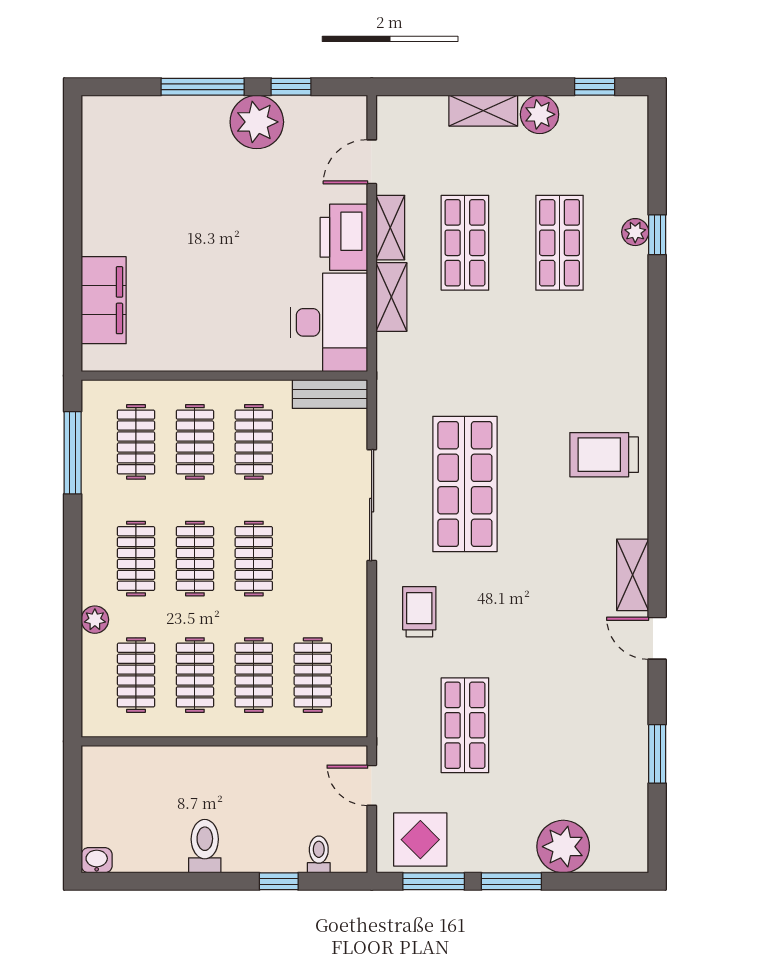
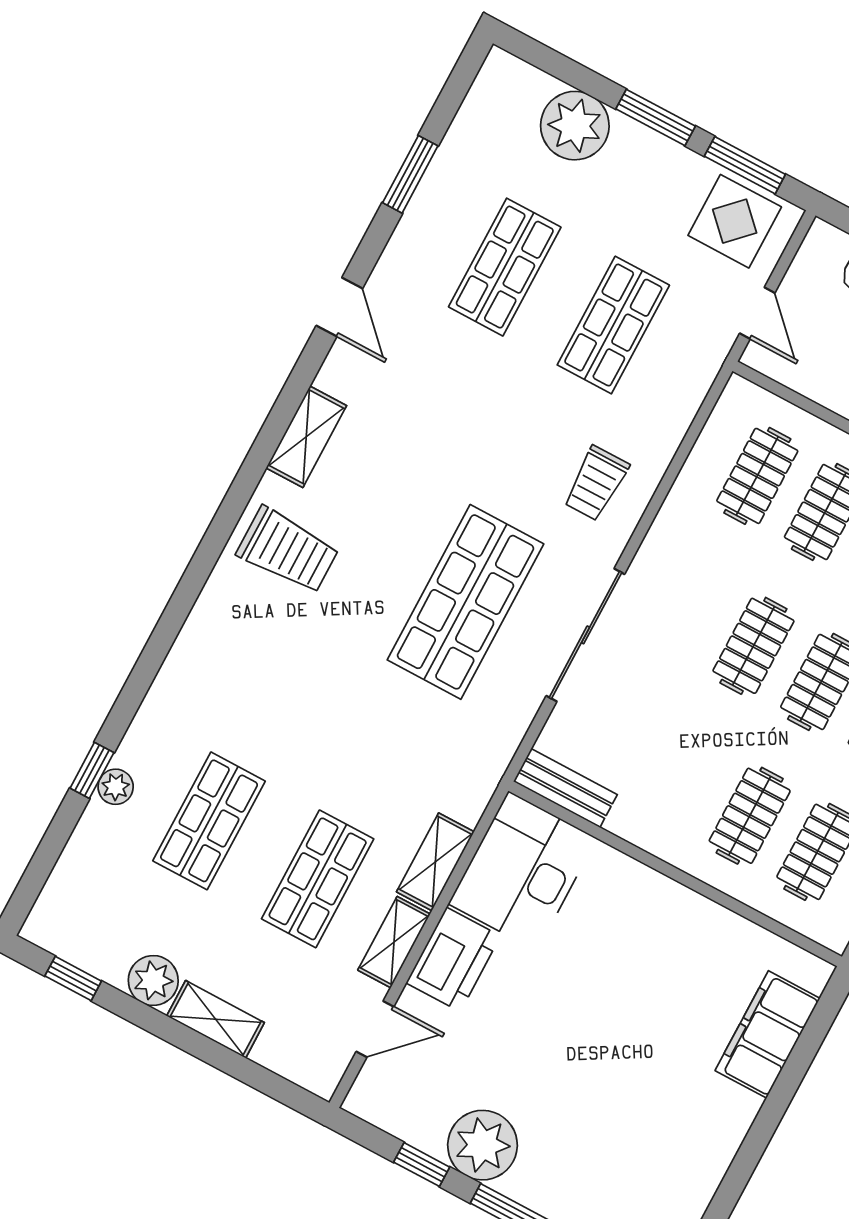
clothes rail: (254, 442) -> (682, 780), removed
shelving: (633, 575) -> (306, 437), moved
shop shelf: (560, 725) -> (505, 267), added

